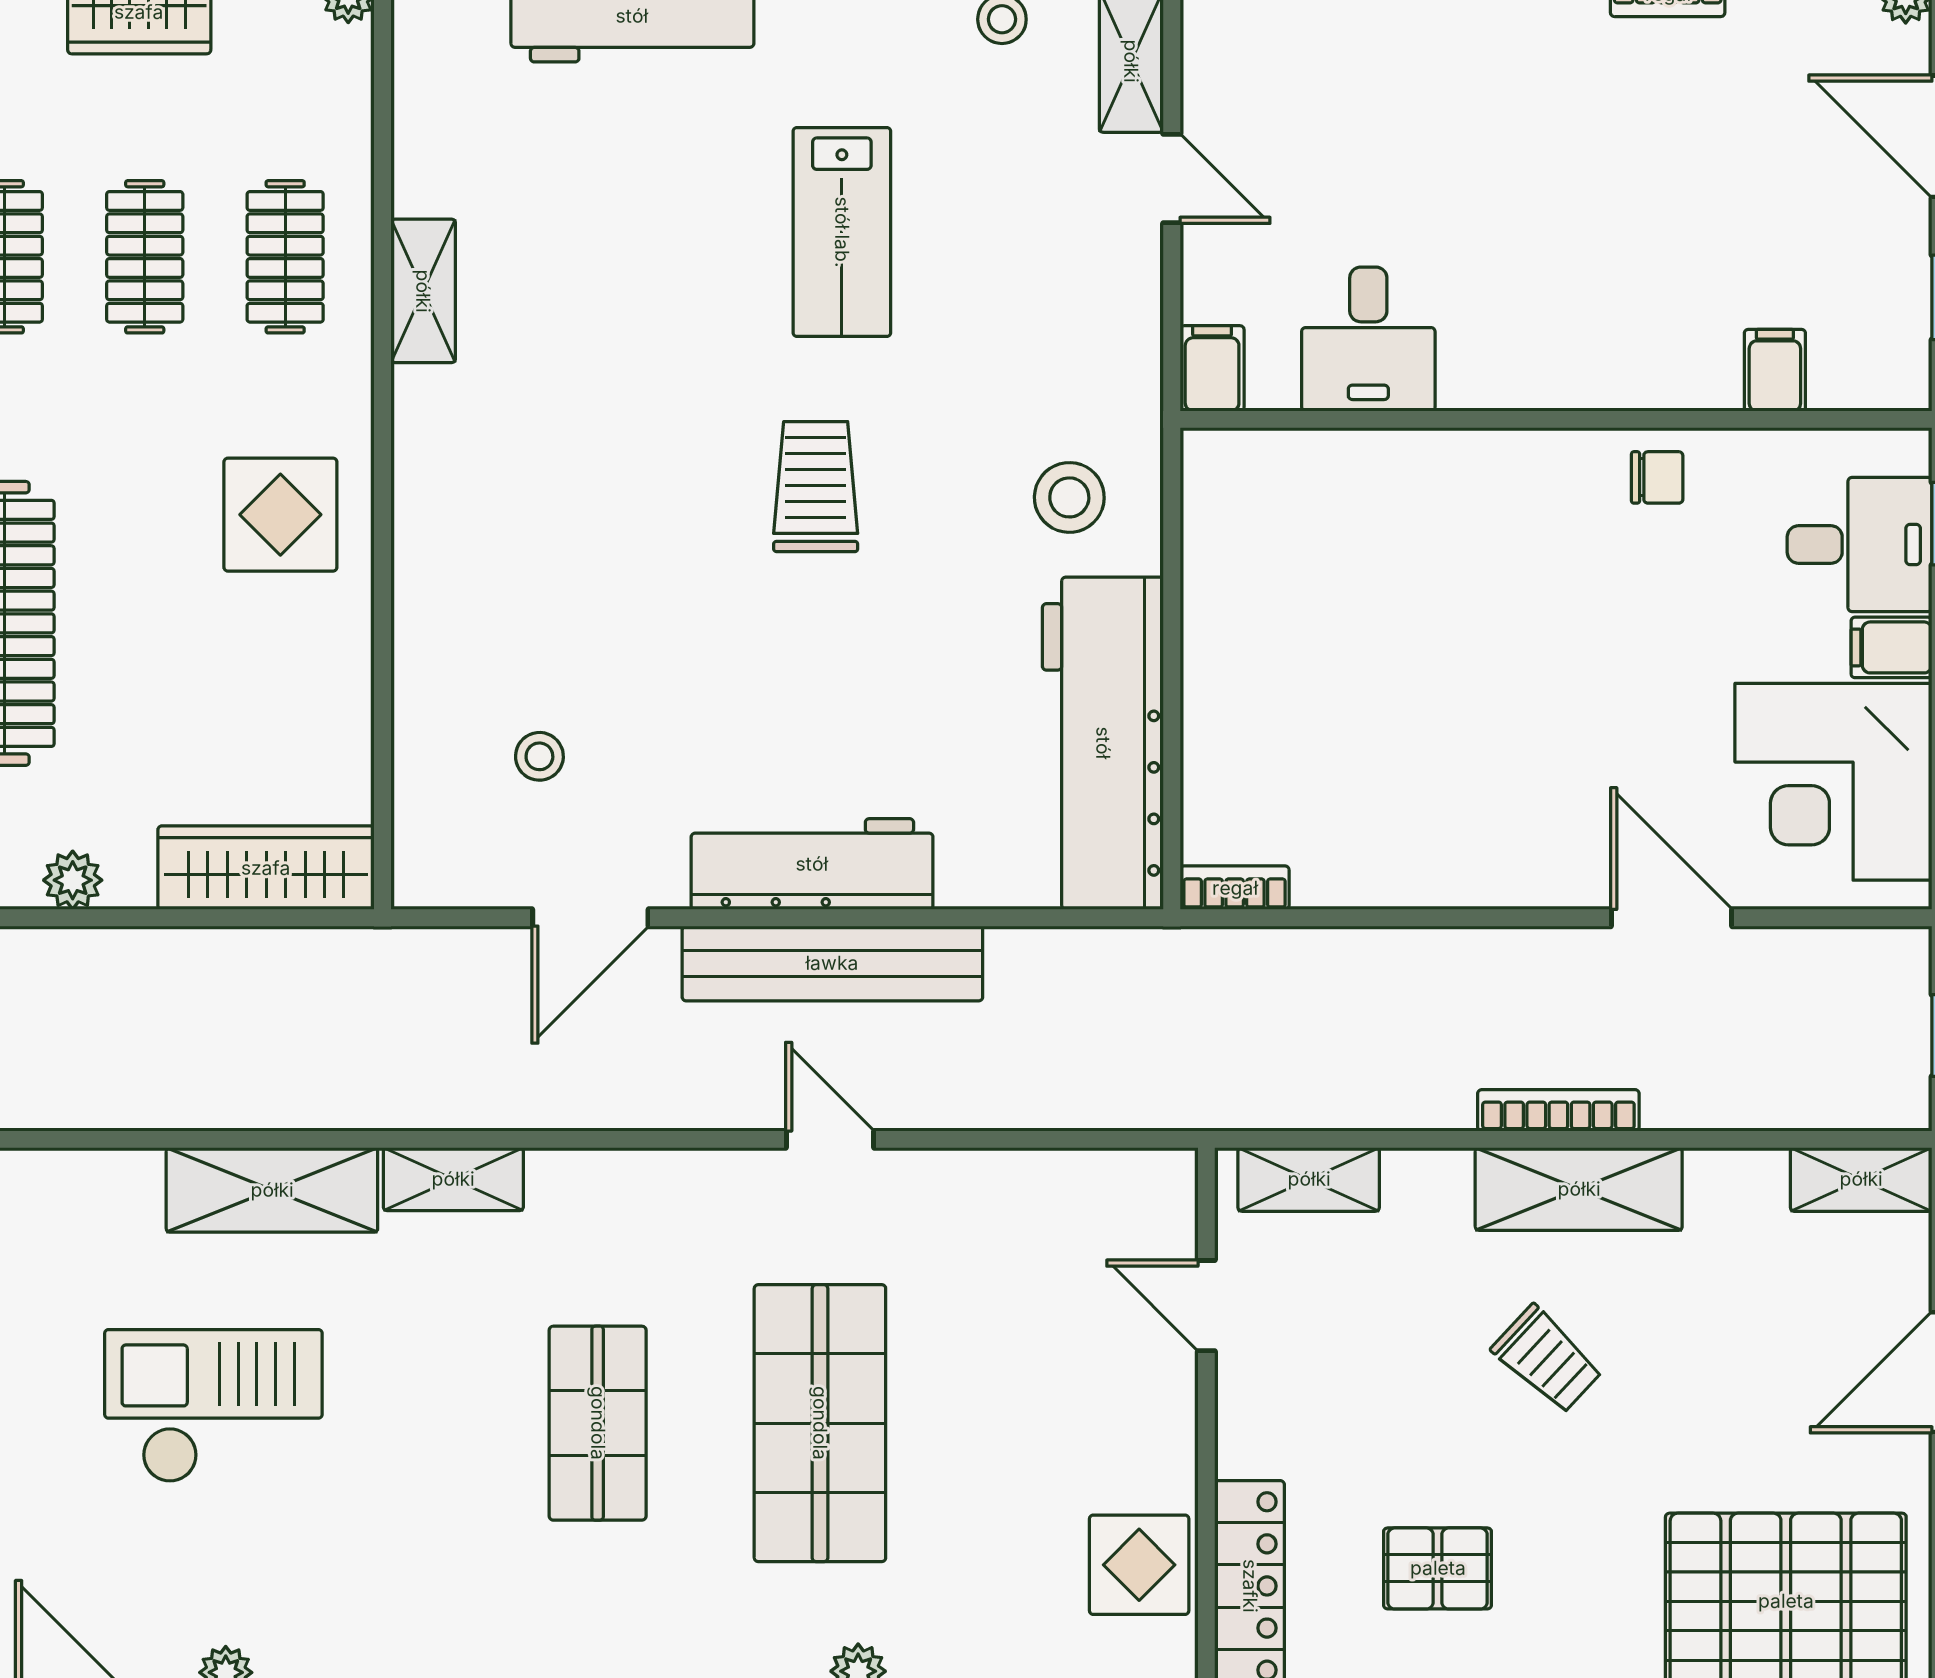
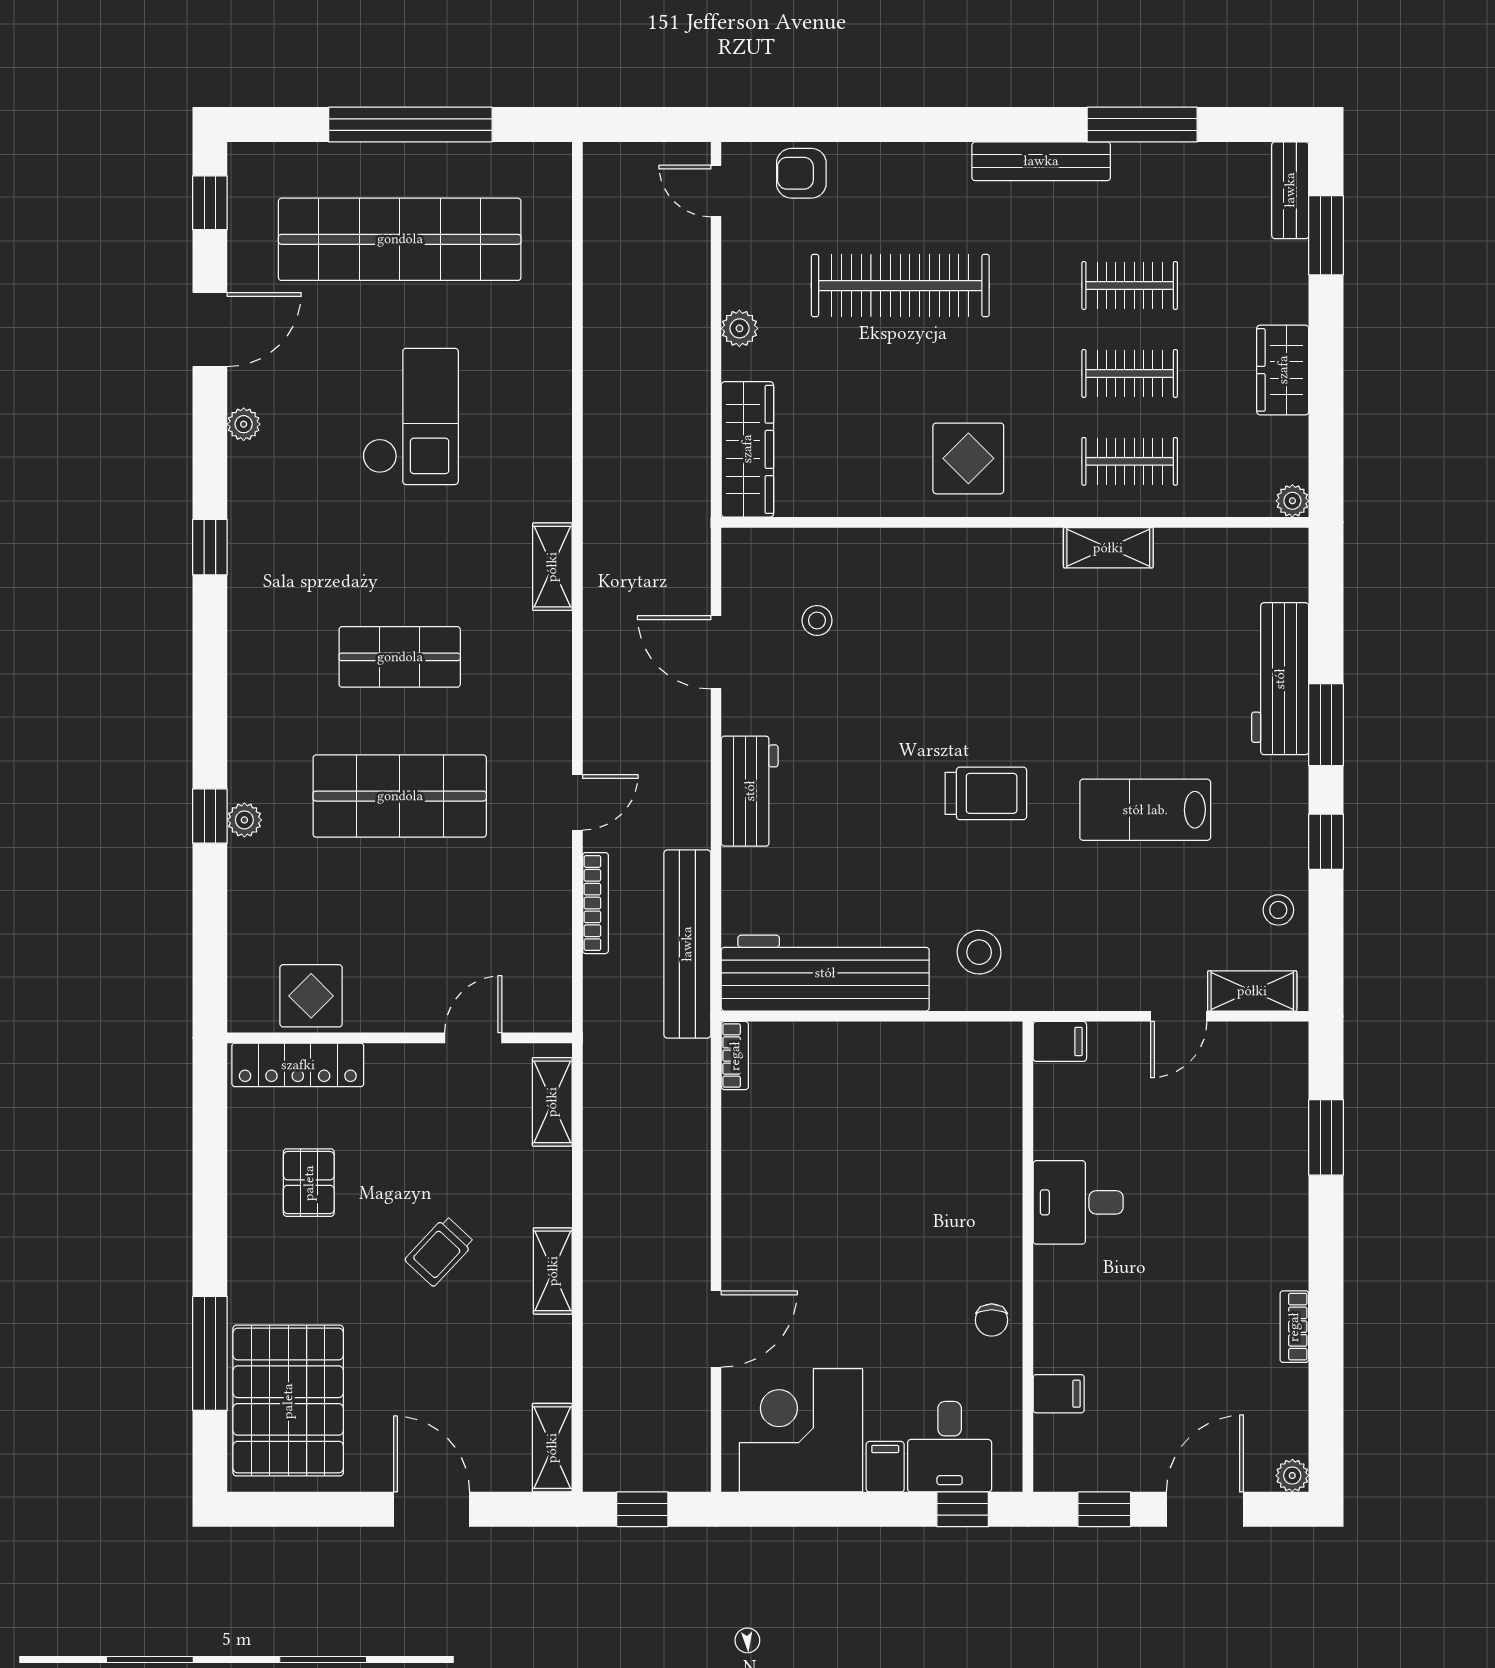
desk: (1368, 339) -> (1078, 1202), moved
workbench: (812, 864) -> (750, 791), width x0.73
bench: (832, 963) -> (687, 944), moved
bookcase: (1558, 1110) -> (595, 903), moved
shelving: (1579, 1189) -> (553, 1271), width x0.67, depth x0.75
shelving: (272, 1190) -> (546, 453), removed

